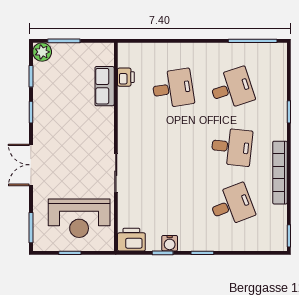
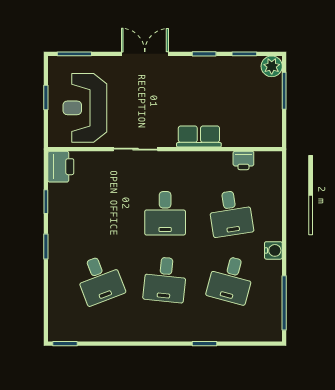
row of seats: (105, 86) -> (199, 136), moved
desk: (232, 89) -> (231, 279), turned 33
desk: (173, 147) -> (165, 213), added
bookcase: (280, 173) -> (136, 334), removed
water cooler: (170, 243) -> (273, 250), moved, turned 180

